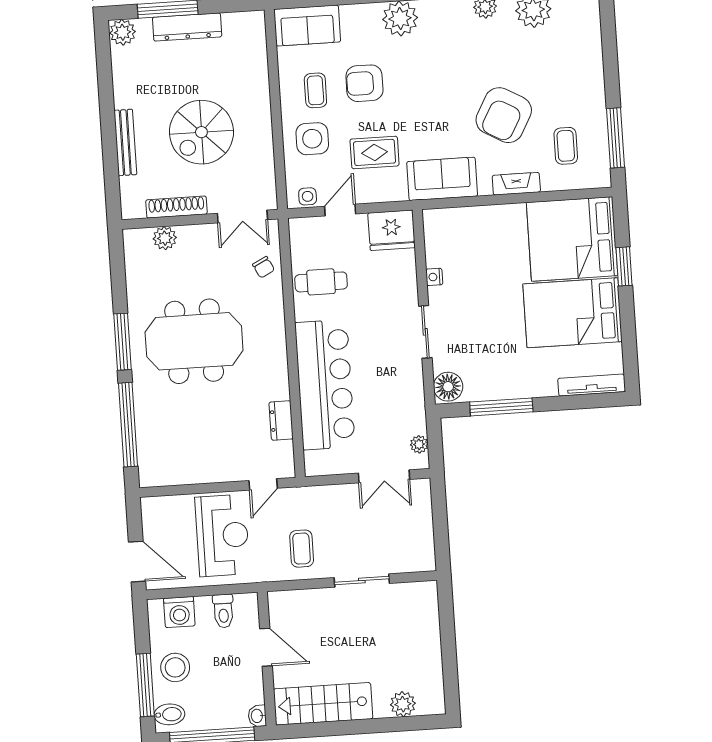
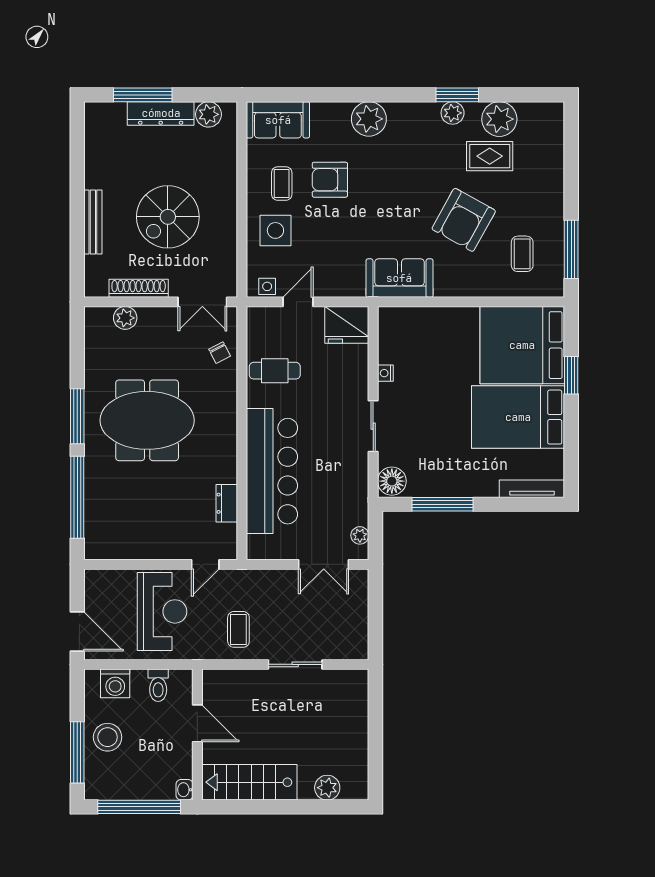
plant: (123, 32) -> (208, 114), moved
rug: (375, 152) -> (490, 156), moved
fireplace: (516, 184) -> (472, 288), removed
bidet: (169, 714) -> (99, 783), removed

